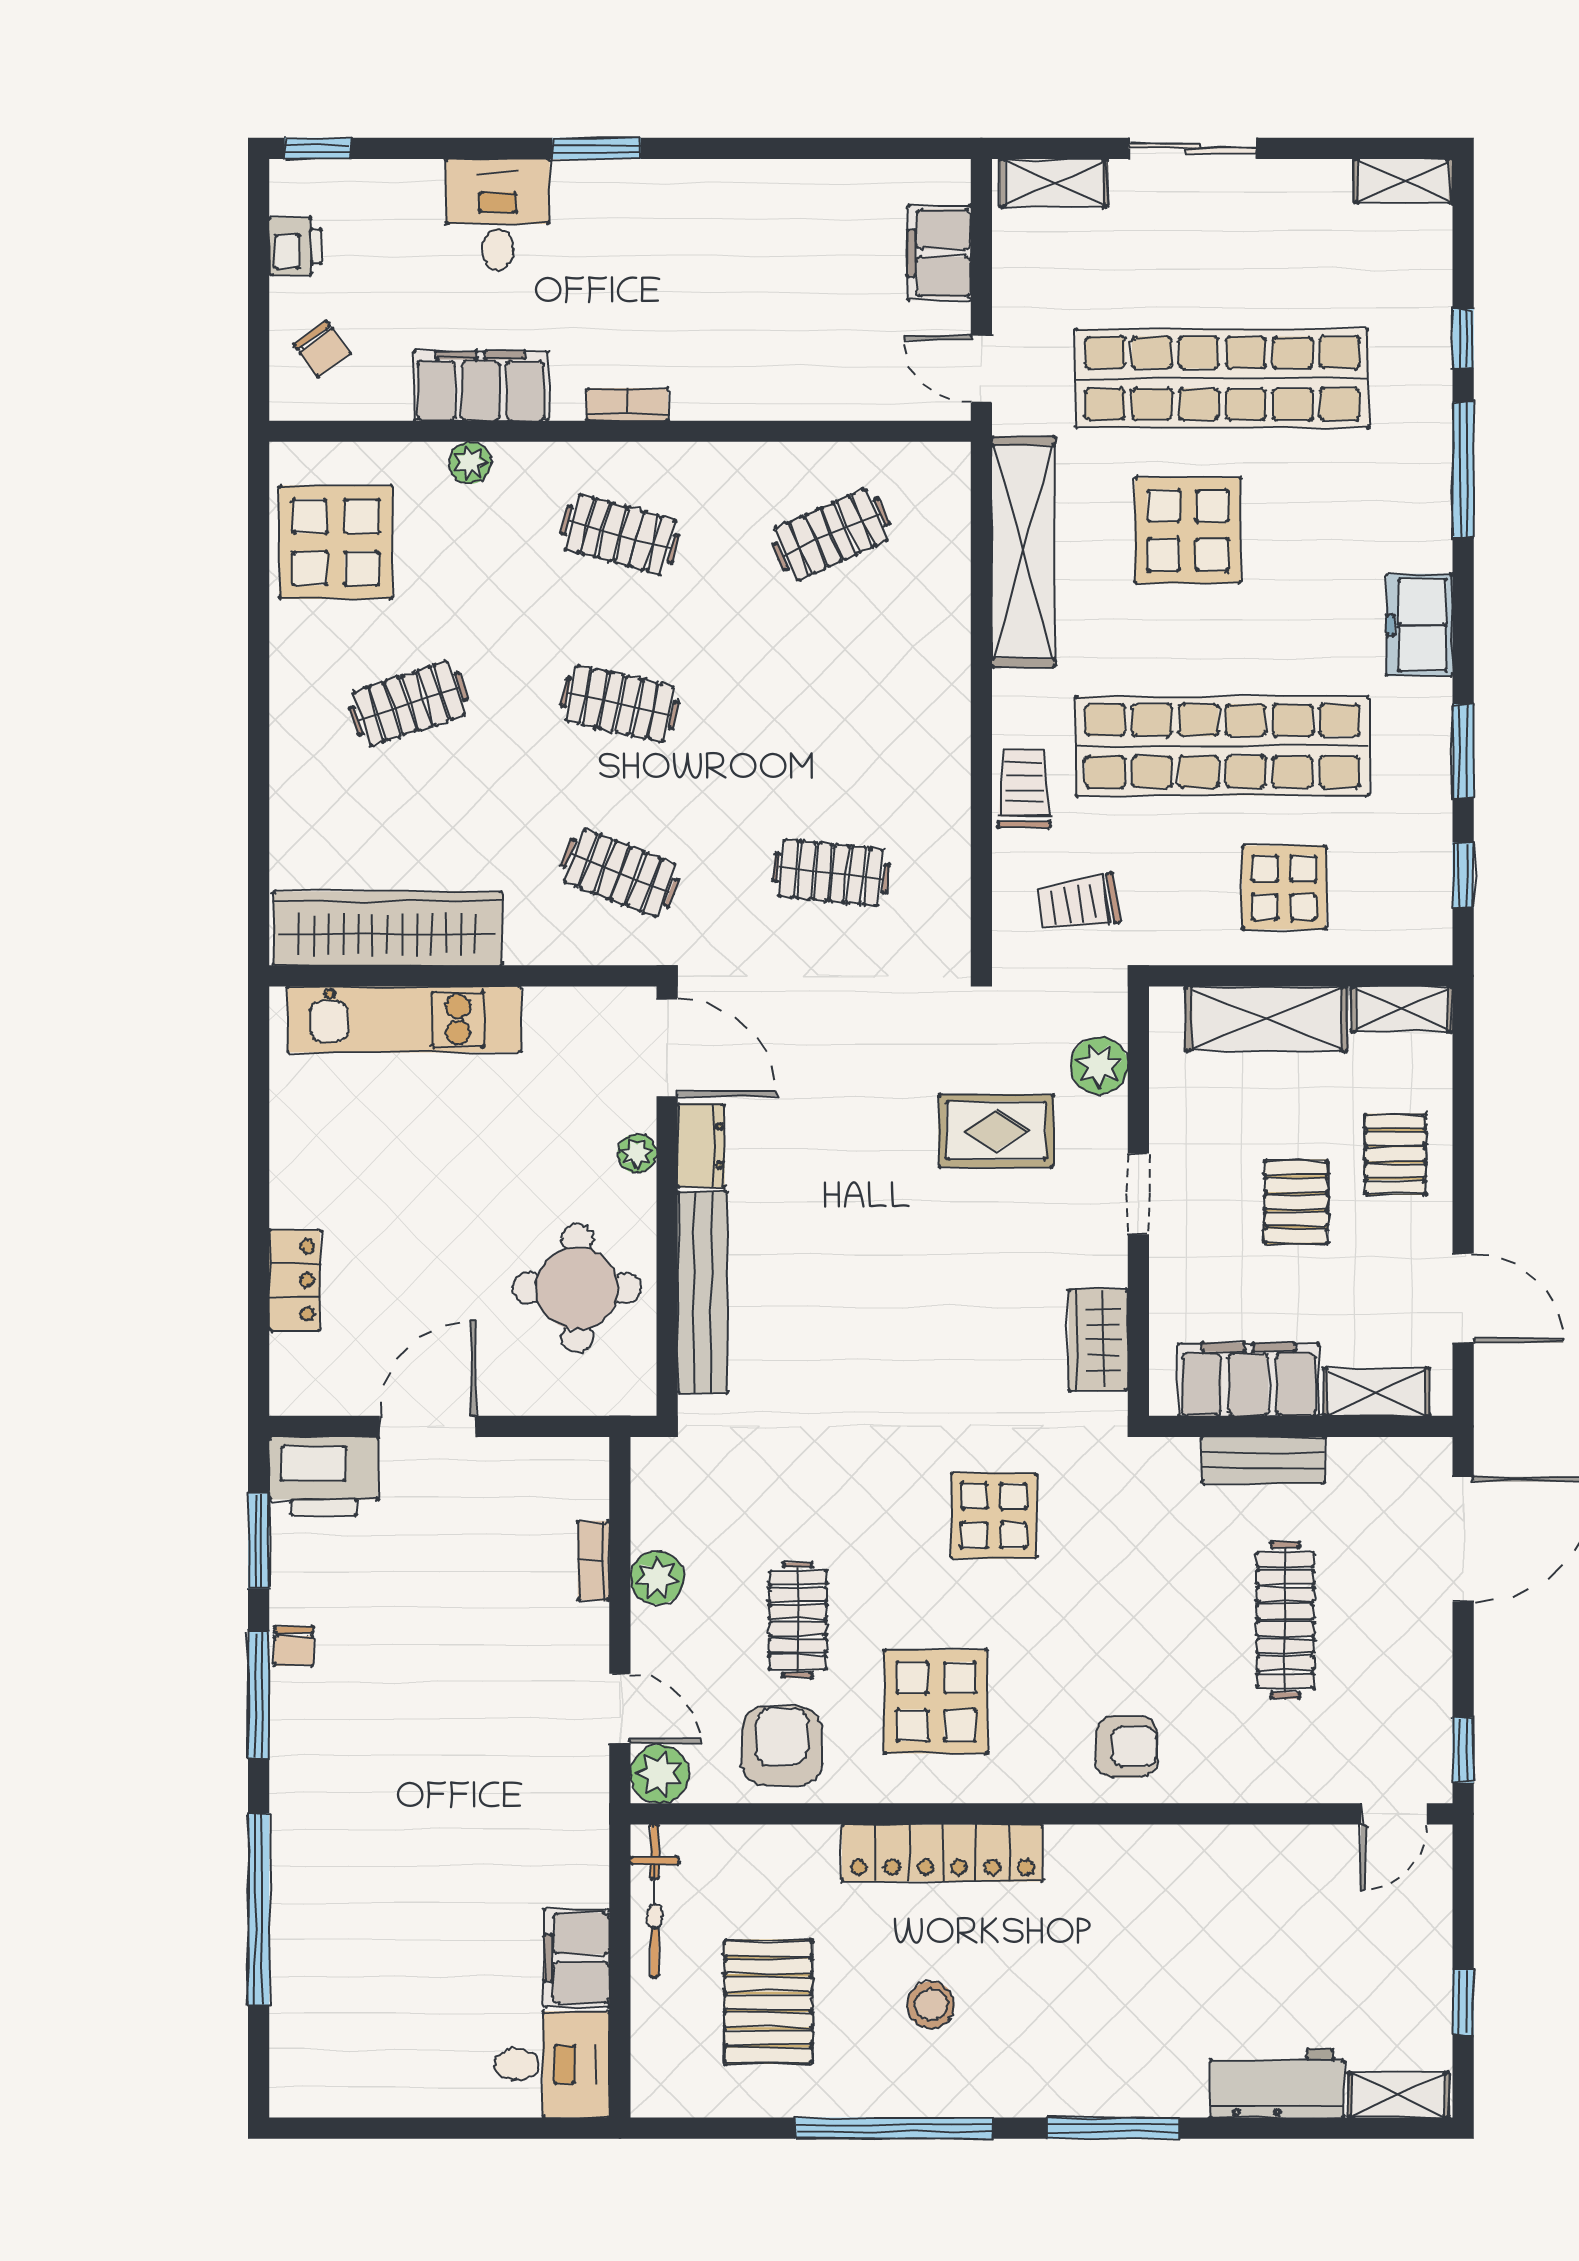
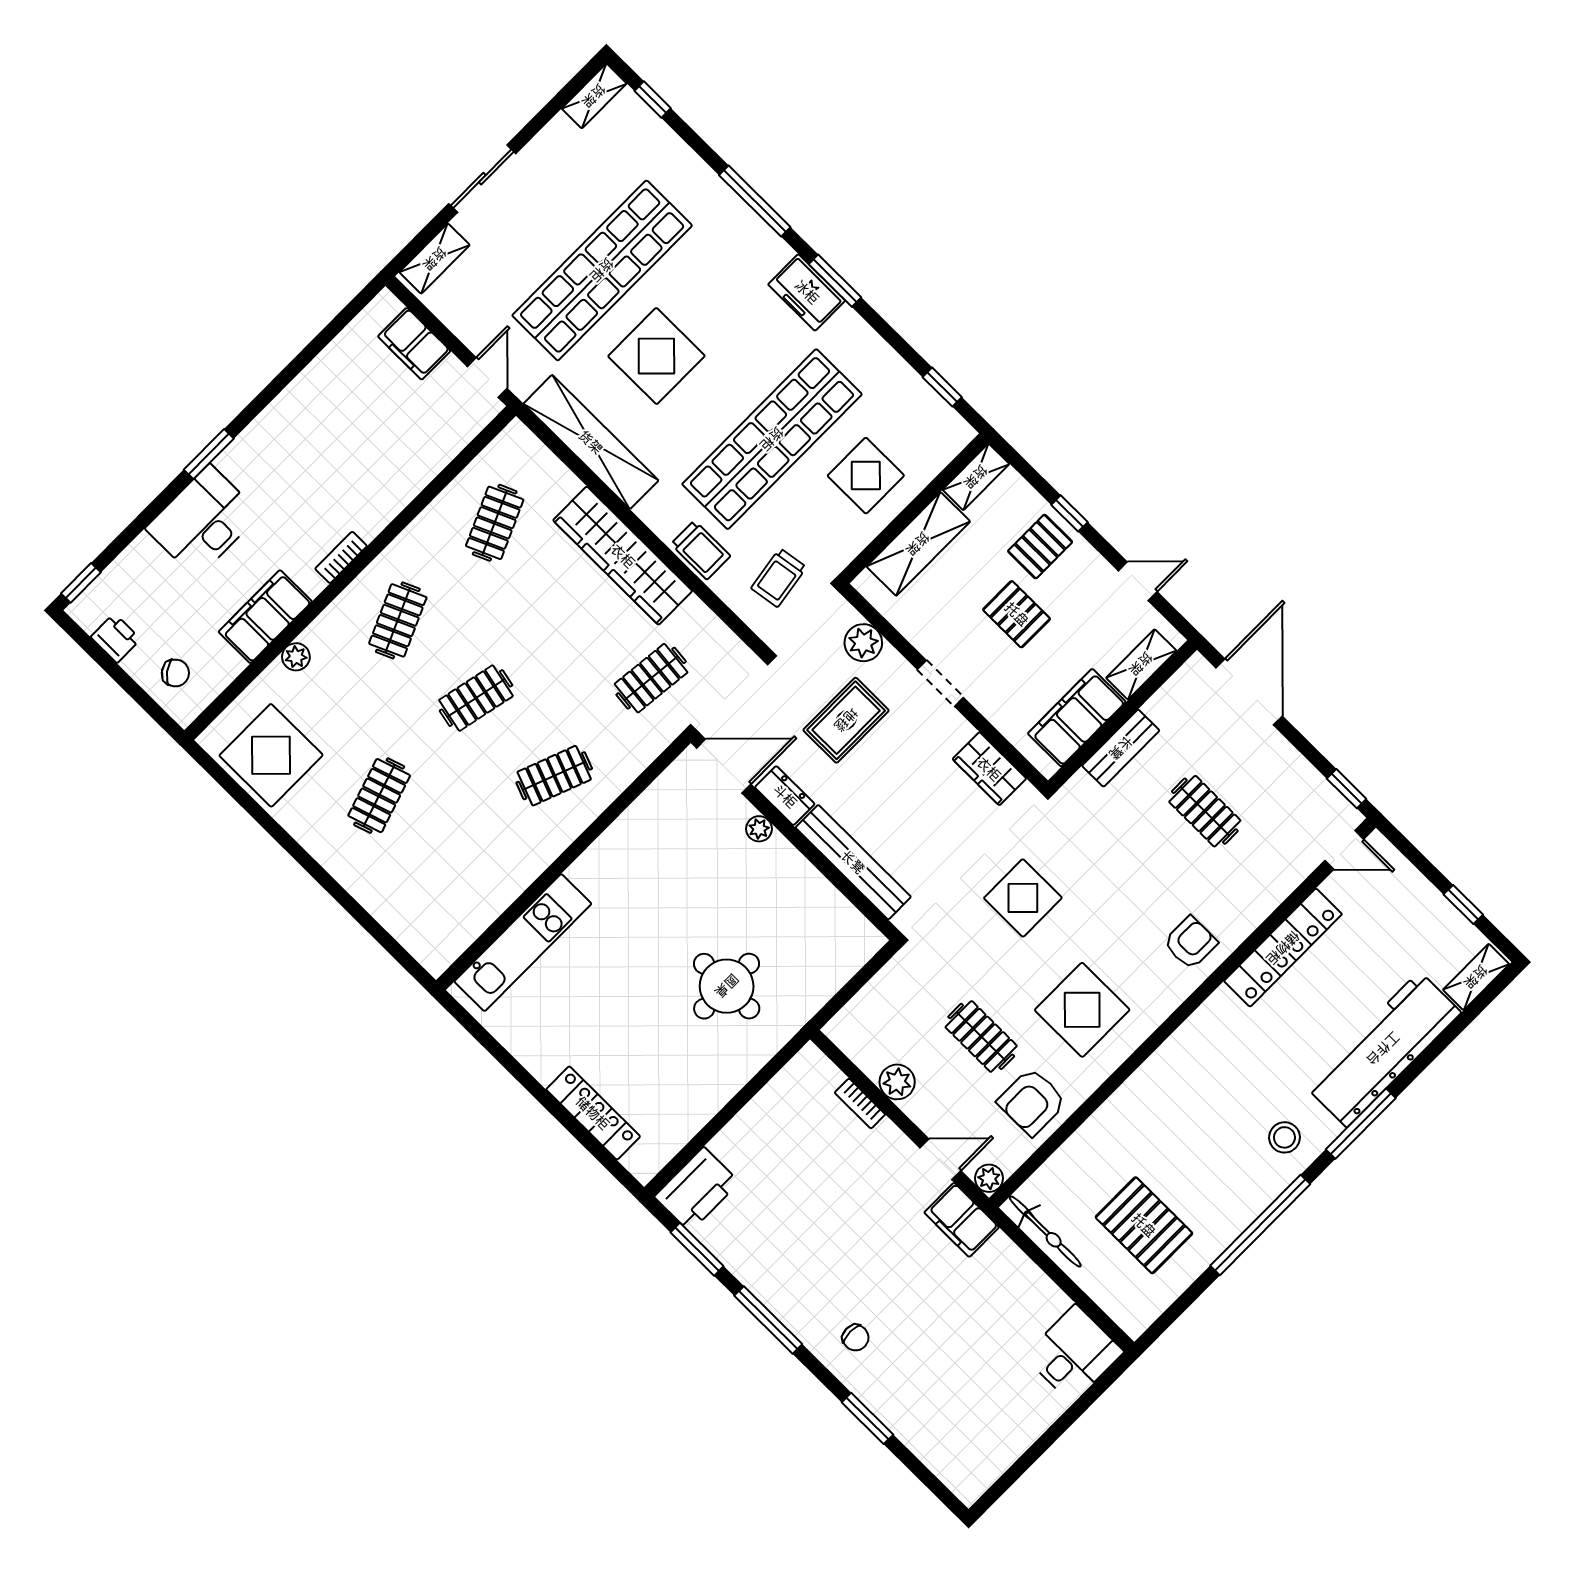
desk: (498, 215) -> (203, 521), width x1.37
window: (1463, 338) -> (653, 100), moved
door: (981, 369) -> (487, 377), swing flipped
clothes rail: (620, 534) -> (398, 620), turned -39
window: (1463, 751) -> (835, 281), moved
trolley: (1024, 788) -> (701, 550), turned 180
wardrobe: (387, 928) -> (623, 556), moved, turned -90
door: (667, 1047) -> (724, 766), moved
dresser: (701, 1146) -> (785, 796), moved
window: (1463, 1150) -> (1069, 513), added
plant: (637, 1153) -> (759, 829), moved
pallet: (1395, 1154) -> (1040, 547), turned 90
wall: (667, 1201) -> (795, 837), moved
locker: (295, 1280) -> (593, 1113), width x1.53
bench: (703, 1292) -> (853, 862), moved
door: (1463, 1298) -> (1138, 581), width x0.73
door: (428, 1426) -> (722, 1119), removed
clothes rail: (1285, 1620) -> (1205, 811), width x0.73
chair: (294, 1646) -> (856, 1338), moved
armchair: (782, 1746) -> (1032, 1102), turned -90
plant: (660, 1774) -> (989, 1178), width x0.73, depth x0.73
door: (1394, 1814) -> (1344, 850), hinge flipped
locker: (942, 1853) -> (1283, 948), moved
window: (259, 1910) -> (867, 1418), width x0.47
filing cabinet: (577, 1958) -> (962, 1220), moved
stool: (931, 2005) -> (1284, 1137), moved
workbench: (1277, 2083) -> (1383, 1049), width x1.88, depth x1.32

